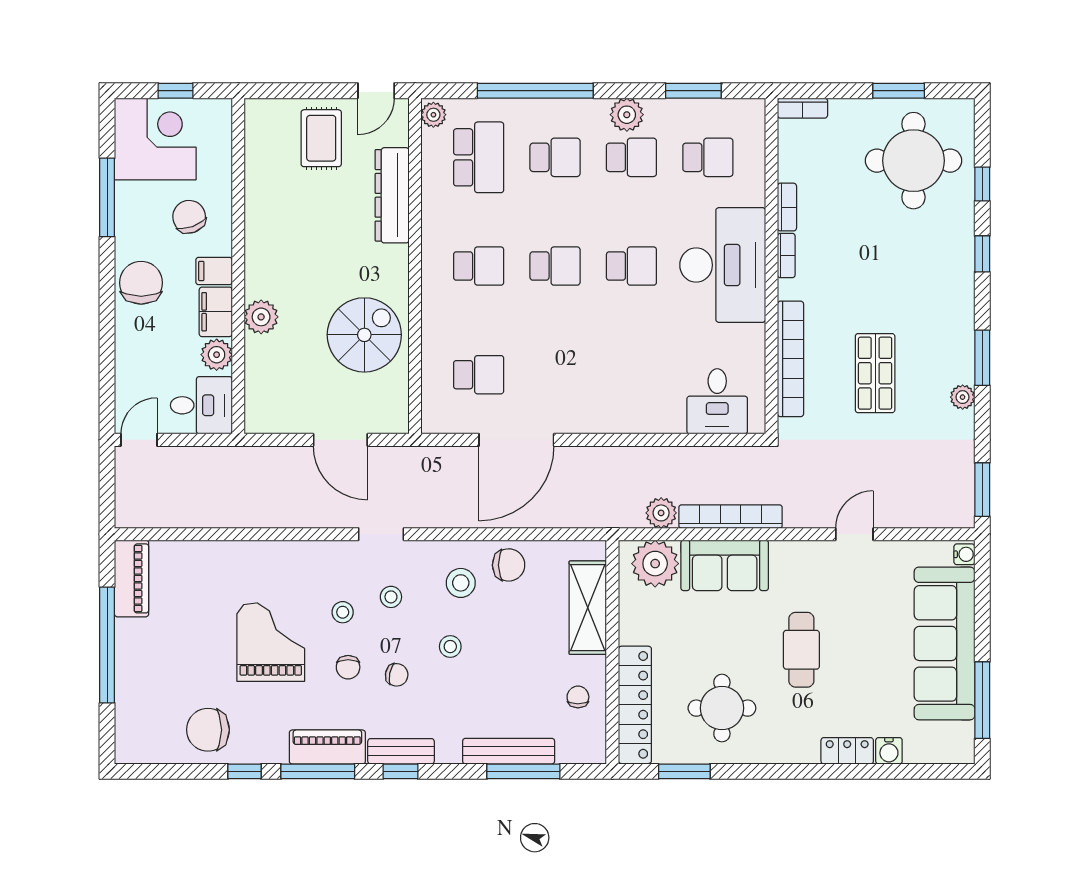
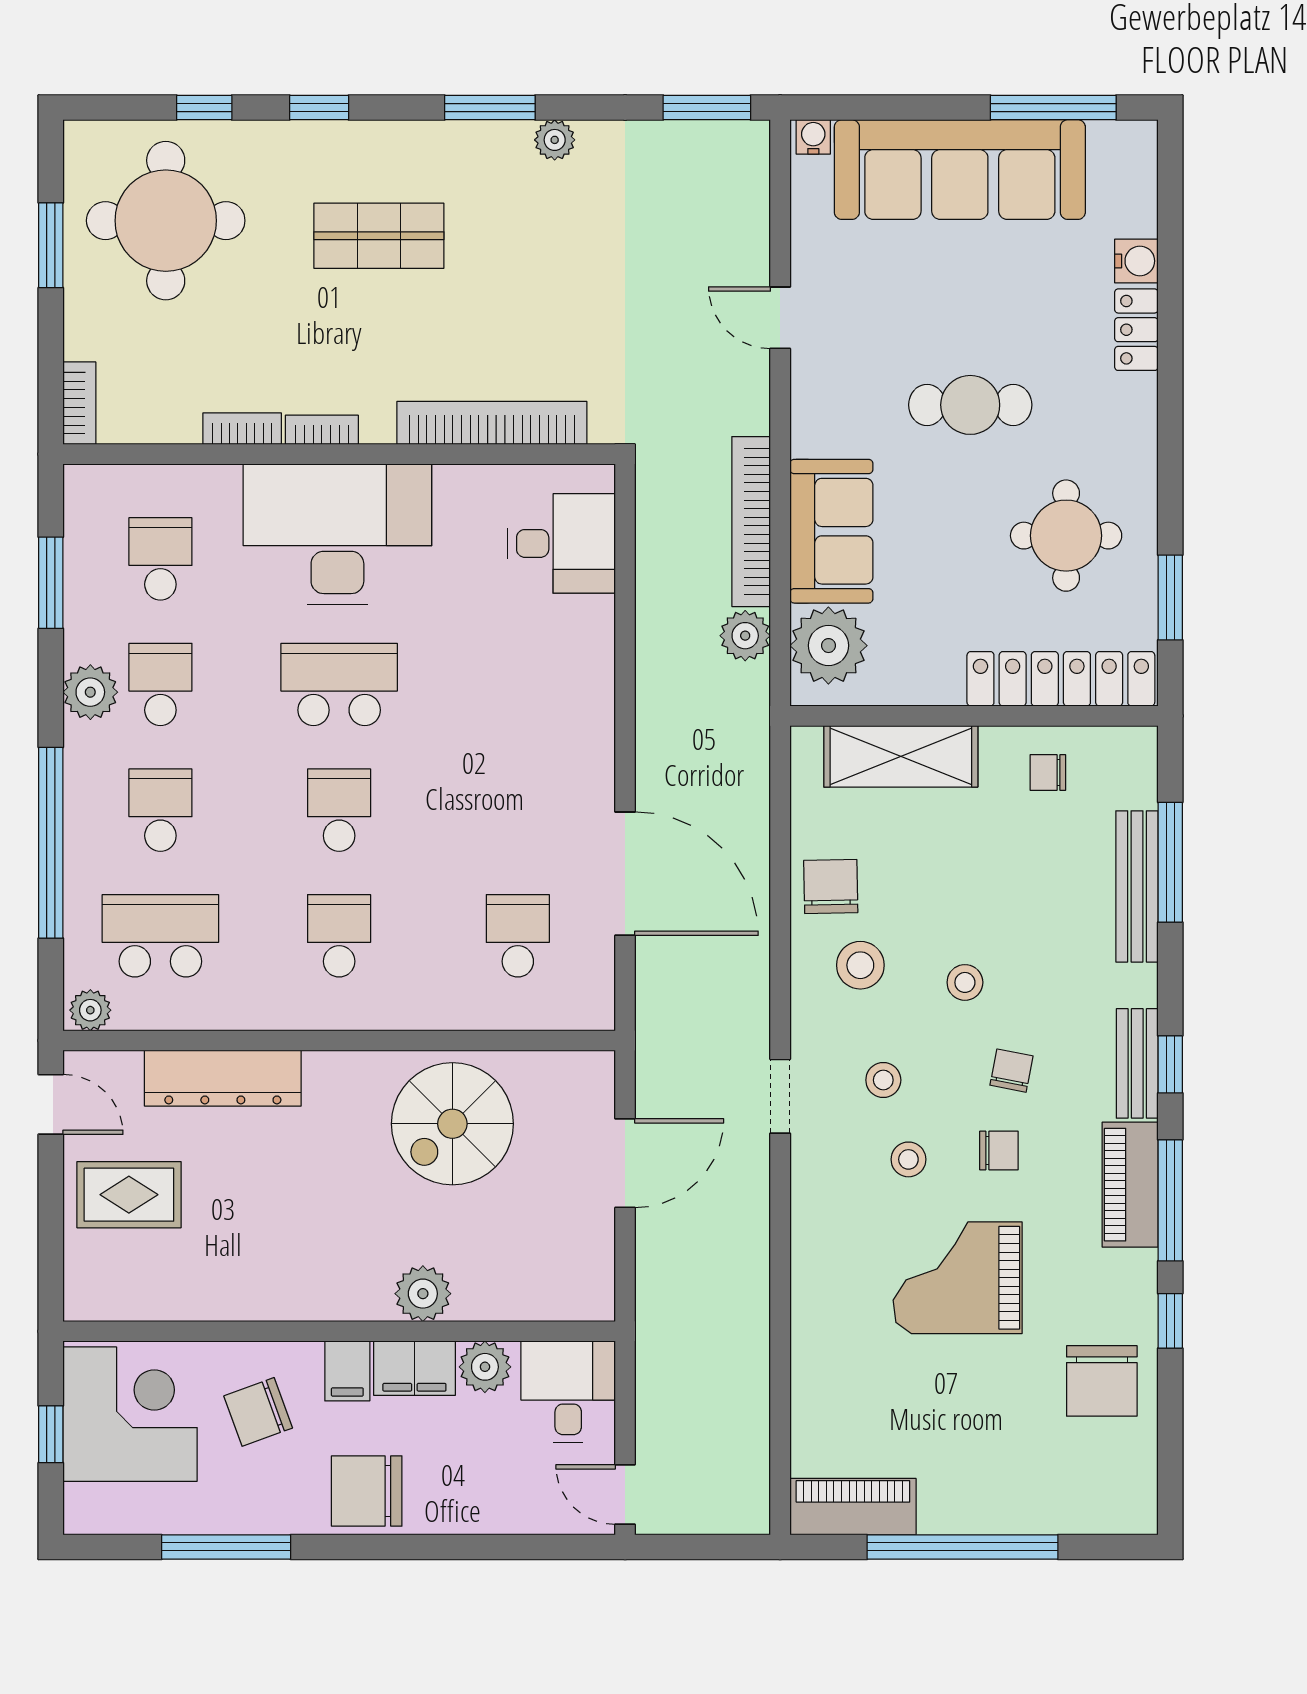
corner desk: (155, 139) -> (130, 1414), moved, turned 90
school desk: (631, 266) -> (339, 684), width x1.85
spiral stairs: (364, 335) -> (452, 1124), turned -90
shop shelf: (875, 373) -> (379, 236), moved

